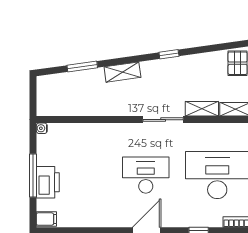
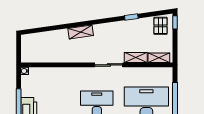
window: (169, 54) -> (131, 17), moved
window: (82, 66) -> (53, 28), removed

